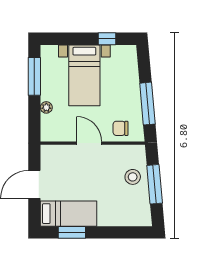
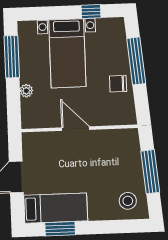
window: (147, 104) -> (136, 61), moved
chair: (120, 128) -> (118, 84), moved
stool: (133, 177) -> (128, 201), moved

